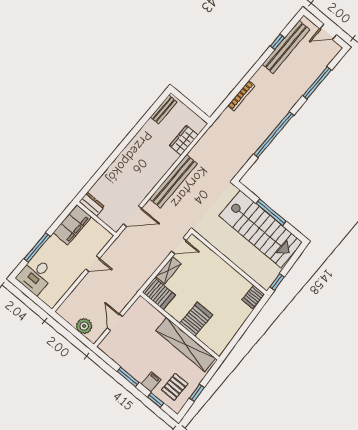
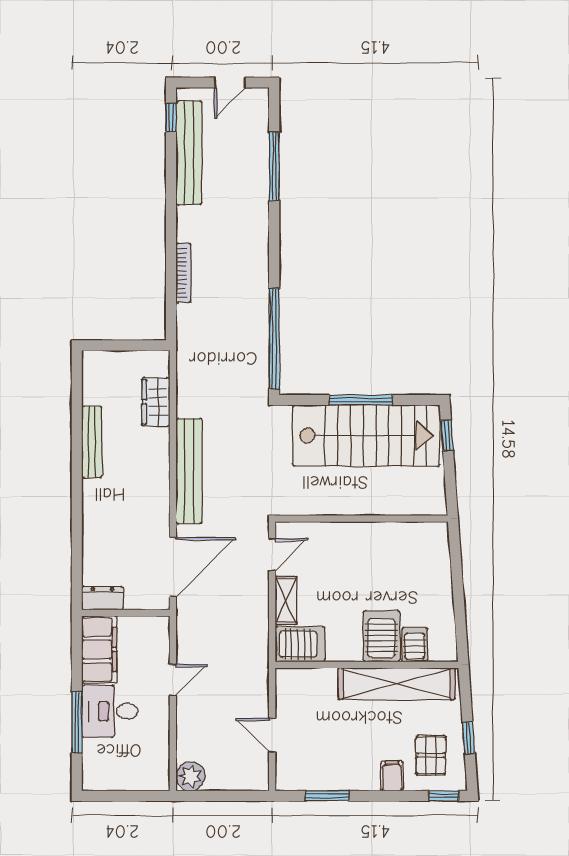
window: (277, 42) -> (171, 117), moved
bench: (164, 109) -> (92, 442), moved, width x1.36
window: (274, 135) -> (274, 339), moved
door: (132, 216) -> (173, 567), width x1.36
desk: (36, 276) -> (110, 711), moved, turned 90
window: (277, 282) -> (447, 435), moved
server rack: (253, 297) -> (415, 645), moved, turned 180
plant: (84, 326) -> (190, 776), moved
window: (128, 377) -> (327, 796), moved
window: (156, 400) -> (444, 796), moved

